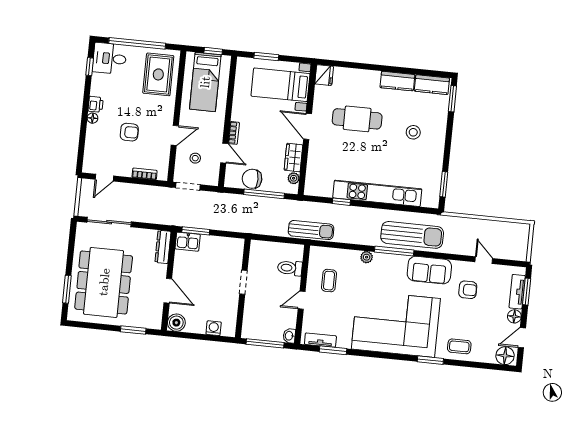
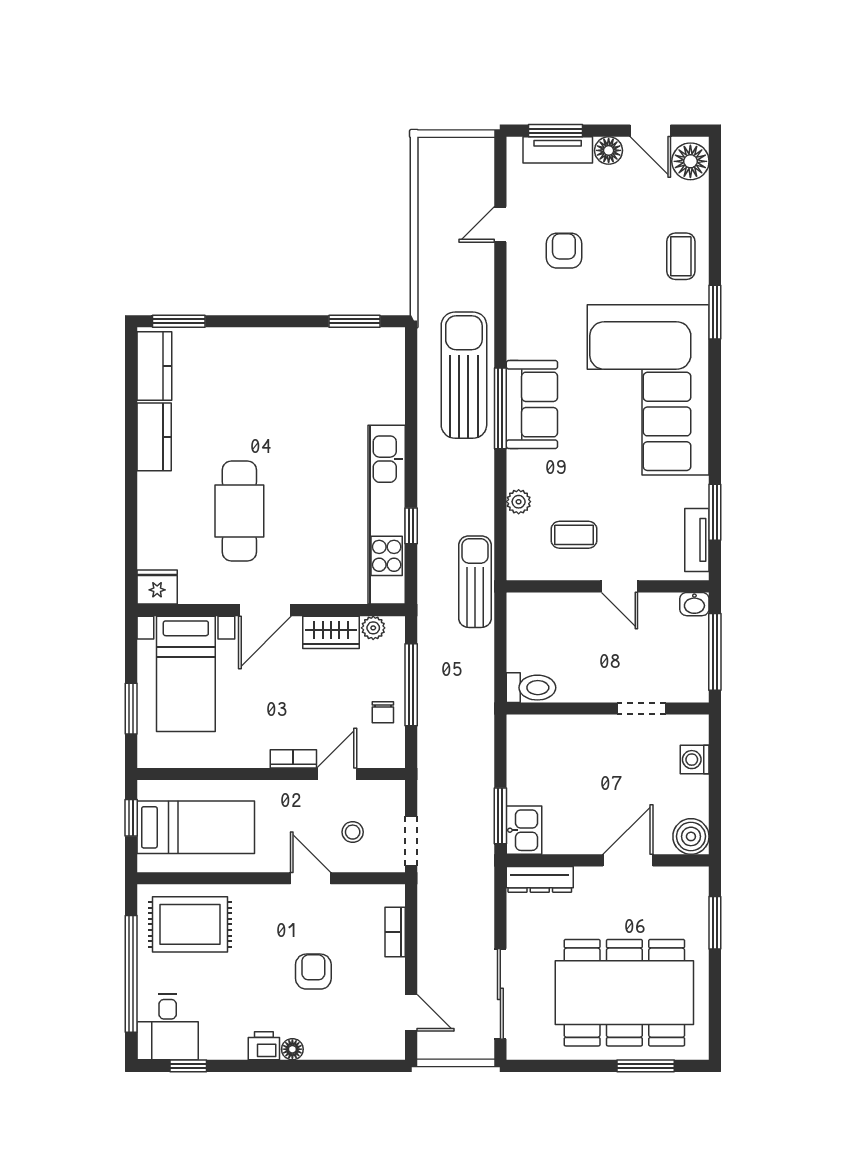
stool: (413, 132) -> (255, 394), removed
chair: (252, 179) -> (383, 712), width x0.54, depth x0.54
kitchen unit: (377, 193) -> (387, 515), moved
plant: (367, 257) -> (519, 502), moved
toilet: (290, 268) -> (531, 688), moved, turned -90
sofa: (429, 270) -> (532, 404), moved
doorway: (243, 282) -> (642, 708), moved

